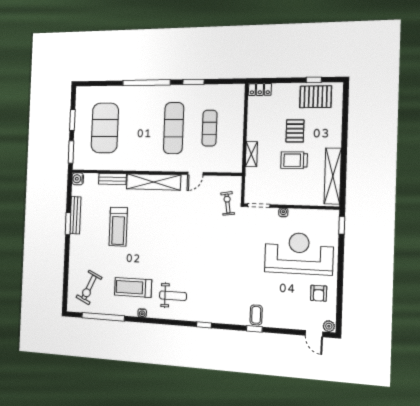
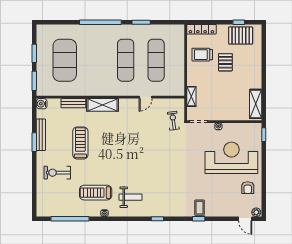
locker: (260, 89) -> (201, 29), width x1.53
exercise mat: (209, 128) -> (156, 60), width x1.36, depth x1.45
shelving: (251, 154) -> (191, 96), moved
trolley: (294, 160) -> (202, 55), moved
shelving: (333, 176) -> (256, 104), width x0.68
shelving: (153, 182) -> (102, 105), width x0.68
treadmill: (118, 227) -> (80, 143), turned 180
exercise bike: (89, 288) -> (57, 173), moved, turned 65

